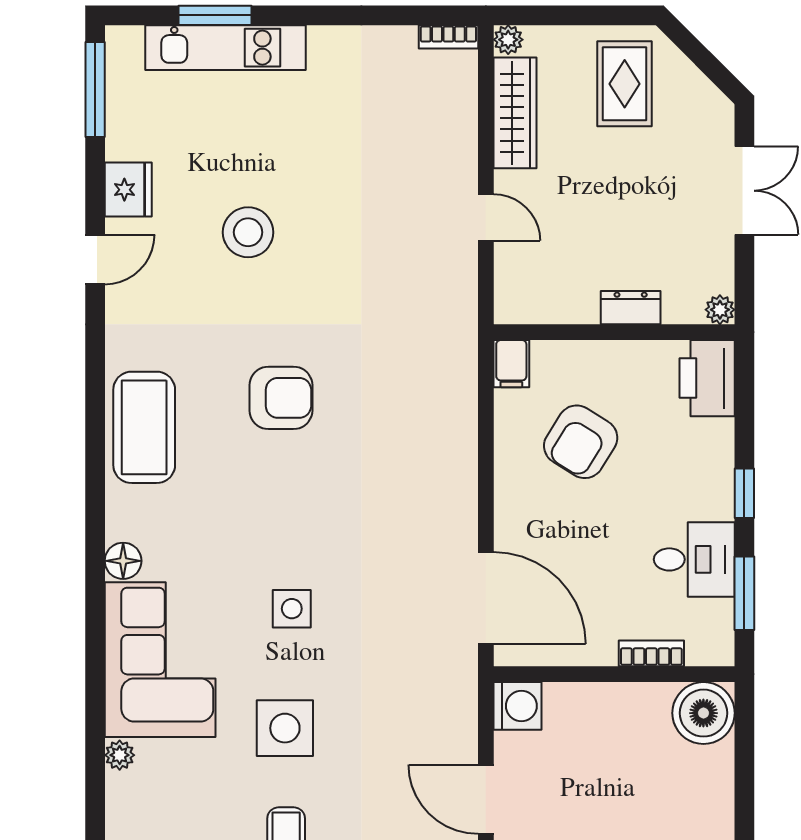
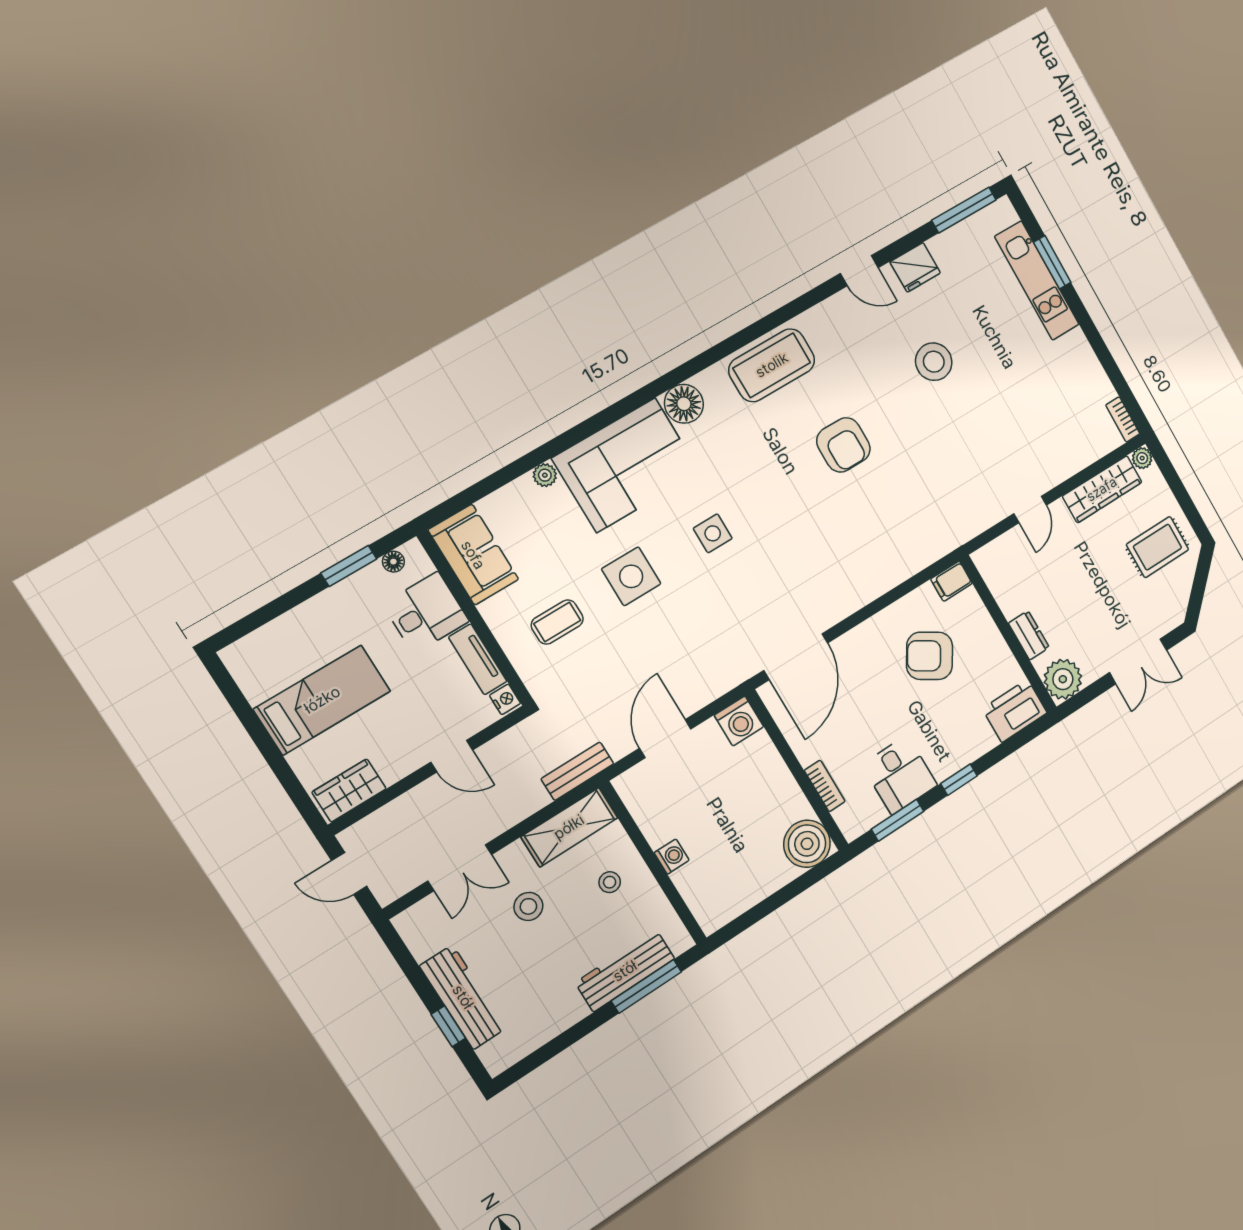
plant: (720, 310) -> (1063, 679), width x1.88, depth x1.88
floor lamp: (123, 561) -> (684, 404), width x1.38, depth x1.38

